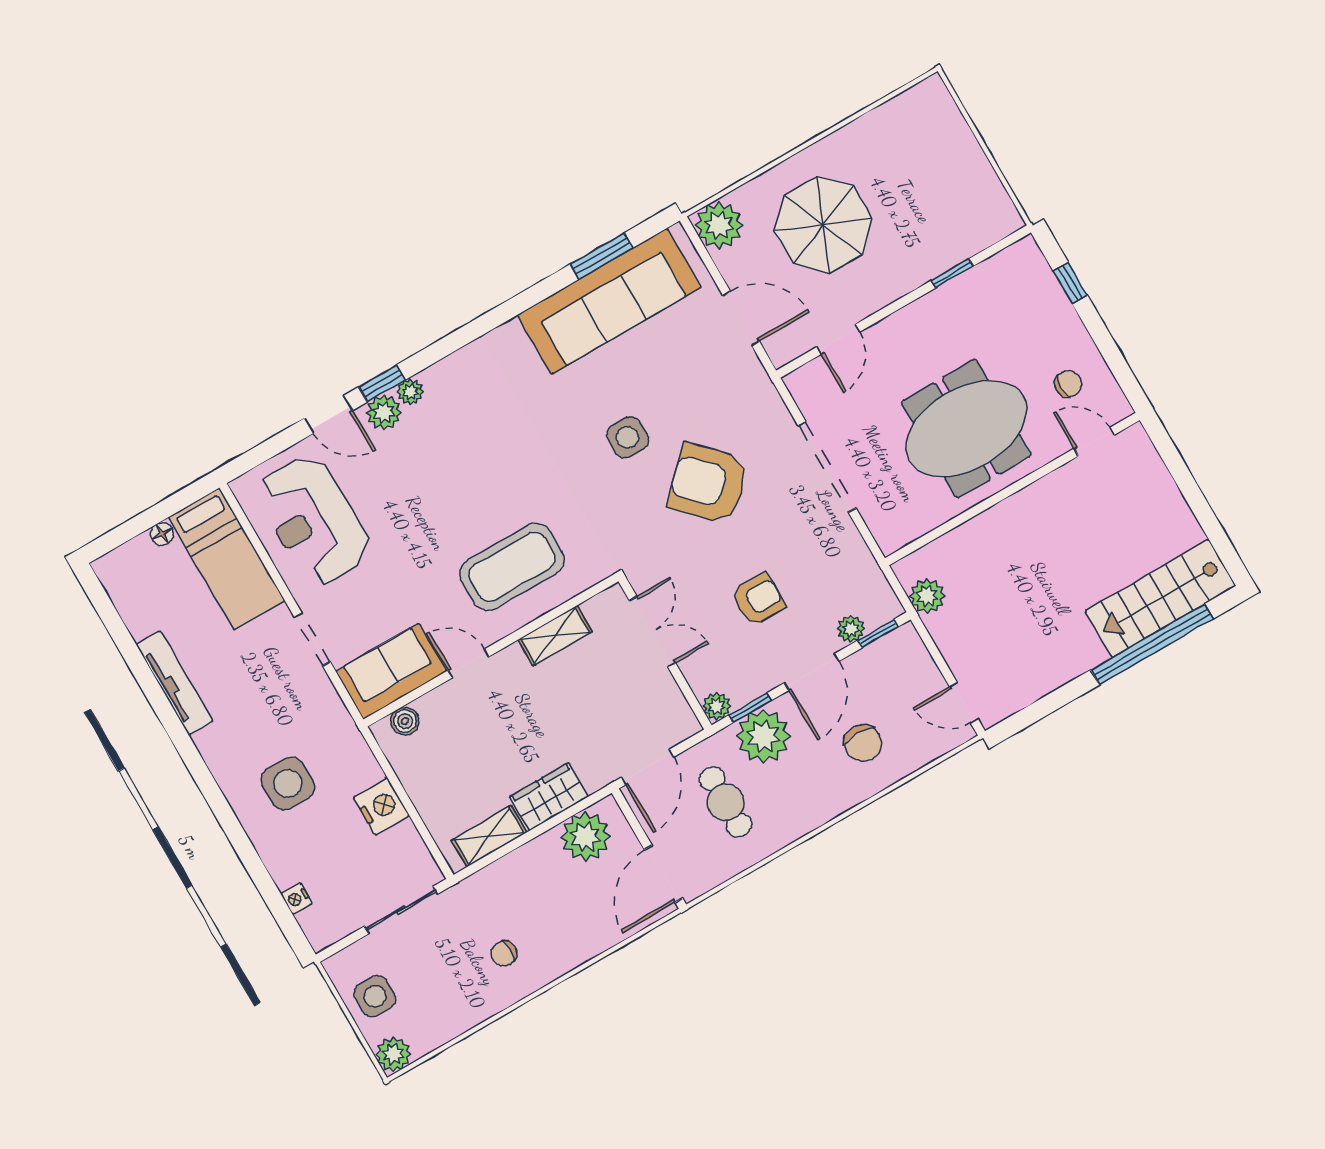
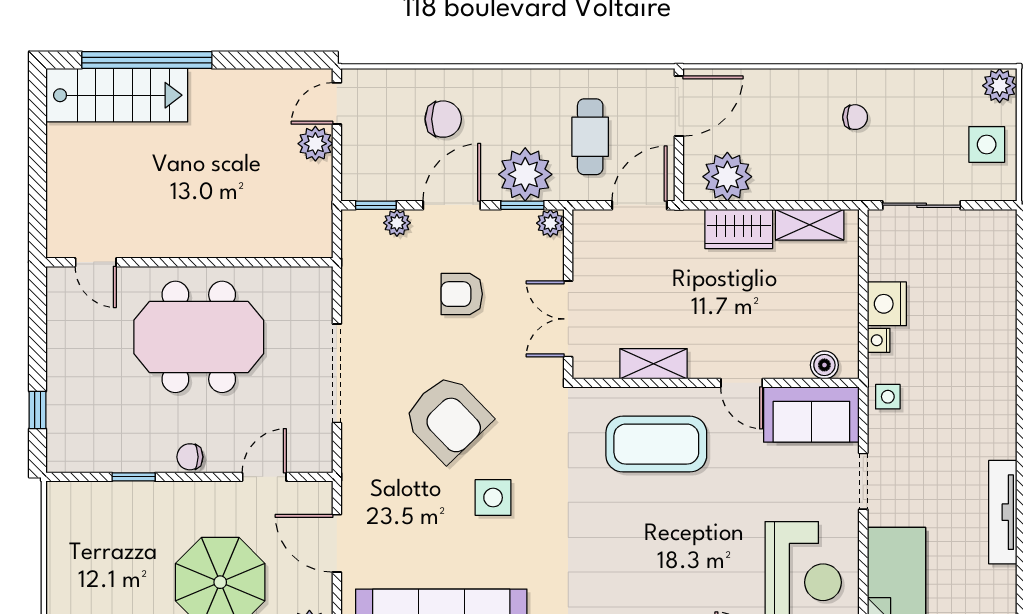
chair: (1068, 384) -> (190, 457), moved
plant: (927, 596) -> (315, 144), moved
door: (964, 703) -> (337, 103), swing flipped
chair: (863, 743) -> (443, 119), turned 90
side table: (288, 783) -> (888, 397), moved, width x0.54, depth x0.54
nightstand: (296, 899) -> (879, 340), moved, turned 180

